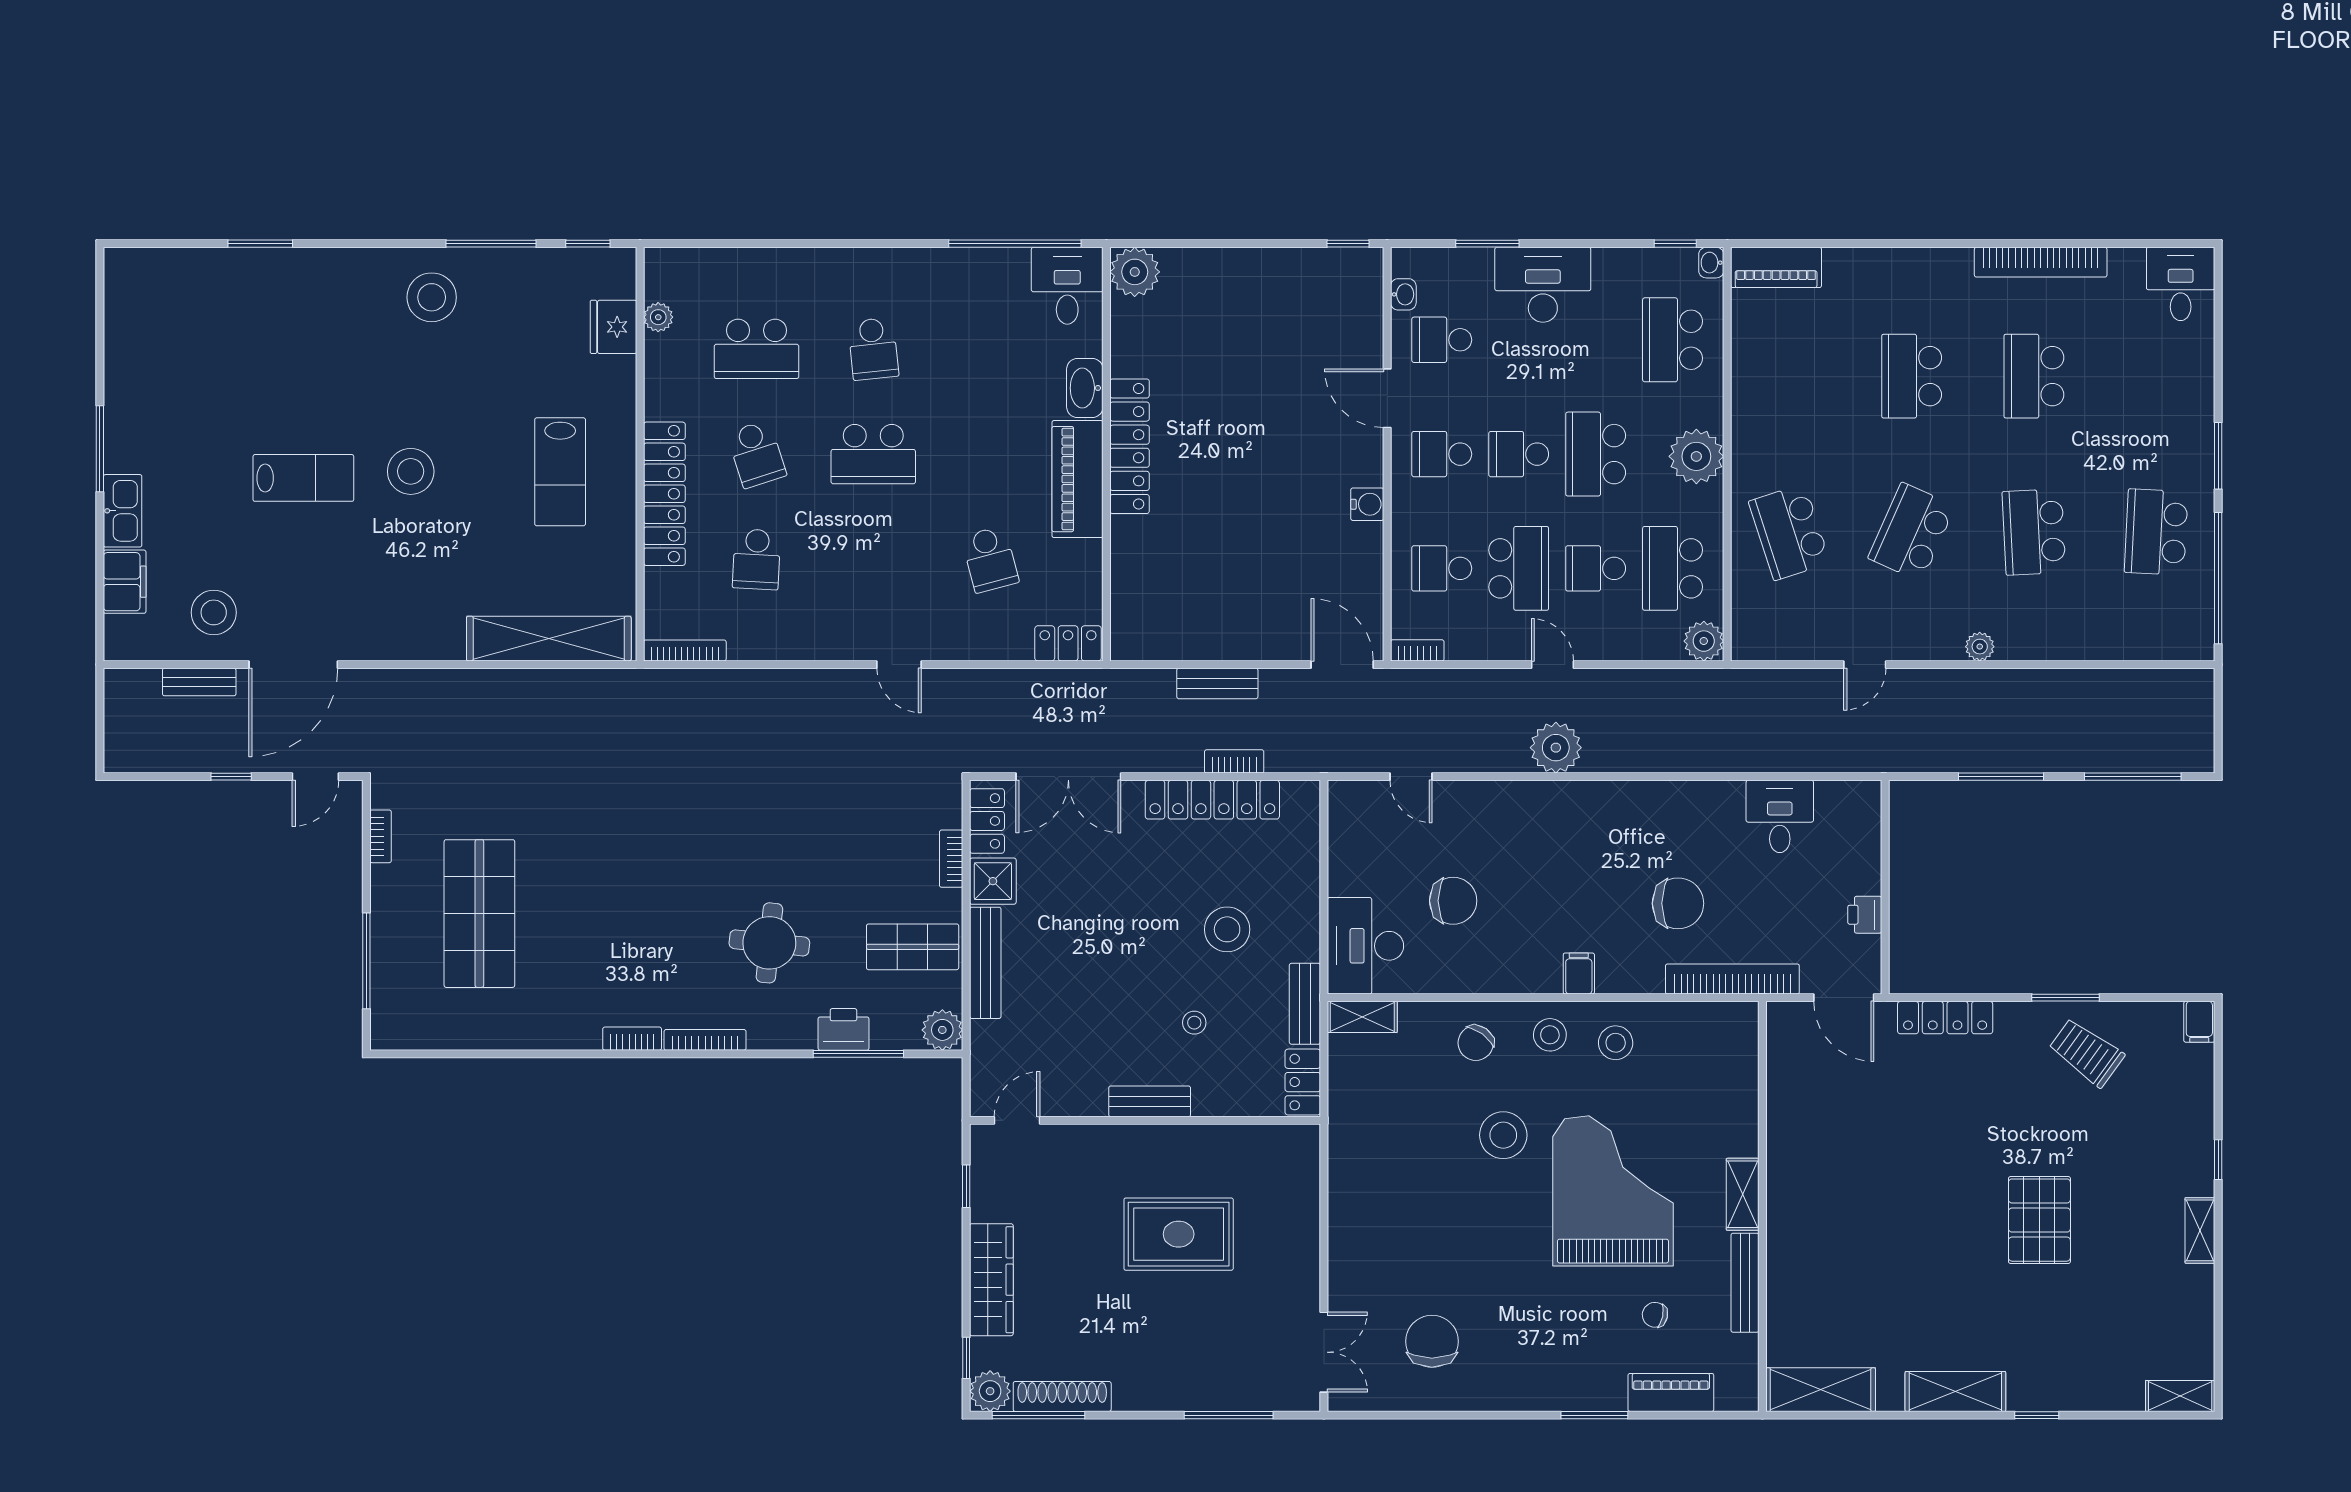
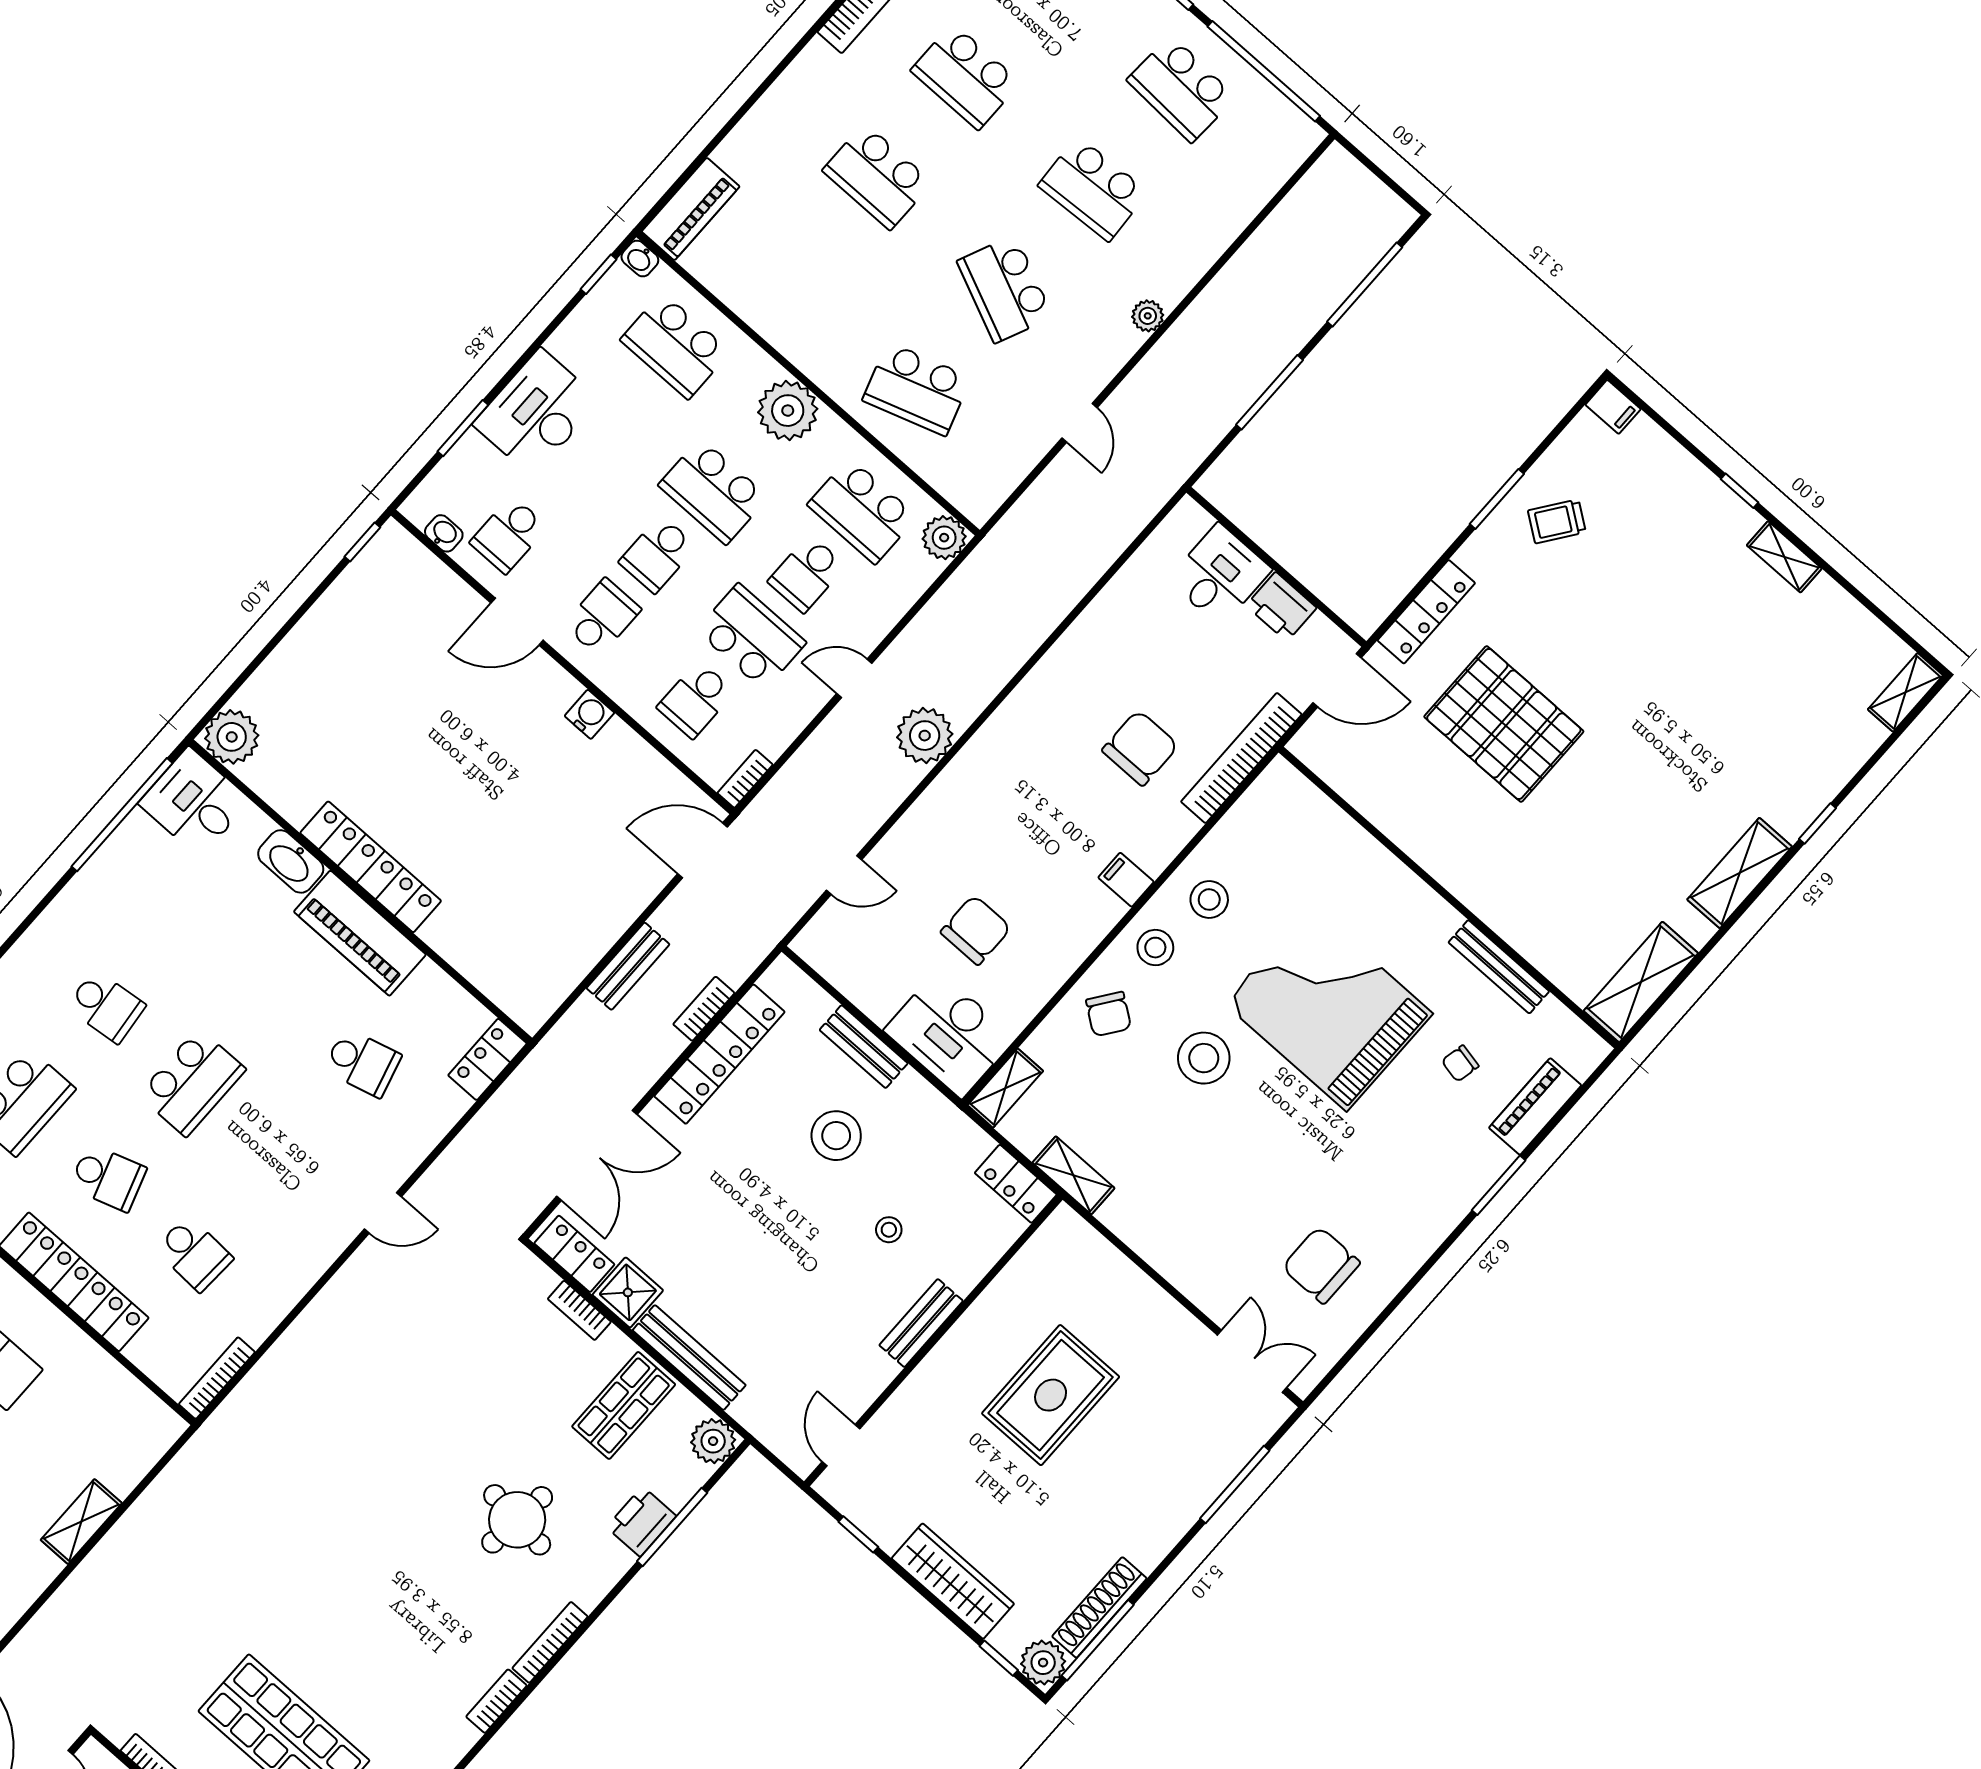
school desk: (1442, 454) -> (602, 617), turned 180
shelving: (549, 639) -> (81, 1522), width x0.45, depth x0.75
desk: (1780, 816) -> (1220, 575), moved, turned 90
printer: (1865, 915) -> (1281, 607), width x1.36, depth x1.24
bench: (1305, 1004) -> (864, 1047), moved
trolley: (2086, 1053) -> (1557, 521), width x0.73, depth x0.72
shelving: (1743, 1194) -> (1074, 1175), moved
pallet: (2039, 1220) -> (1504, 724), moved, width x1.37, depth x1.41

